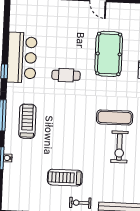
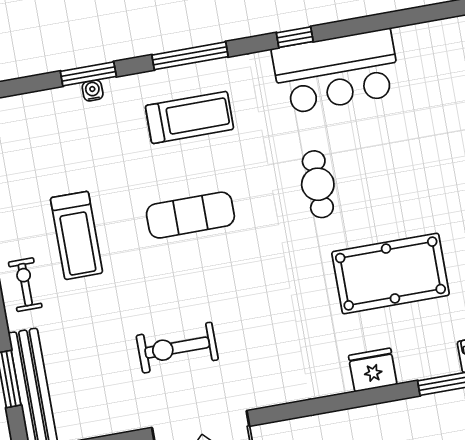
exercise mat: (115, 117) -> (190, 215), moved, turned 90
treadmill: (65, 178) -> (77, 235), turned 180

